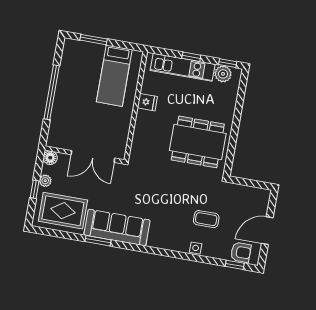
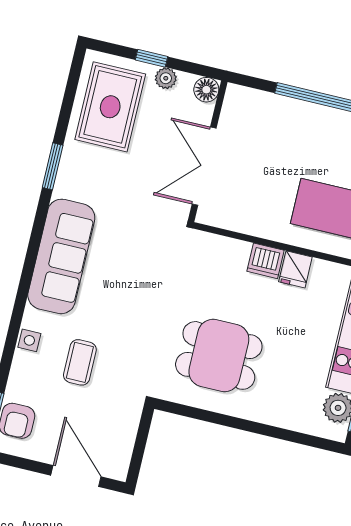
dishwasher: (144, 119) -> (265, 261), added
dining table: (198, 142) -> (219, 355), width x0.73
sofa: (117, 227) -> (61, 256), moved
door: (267, 231) -> (76, 476), moved

